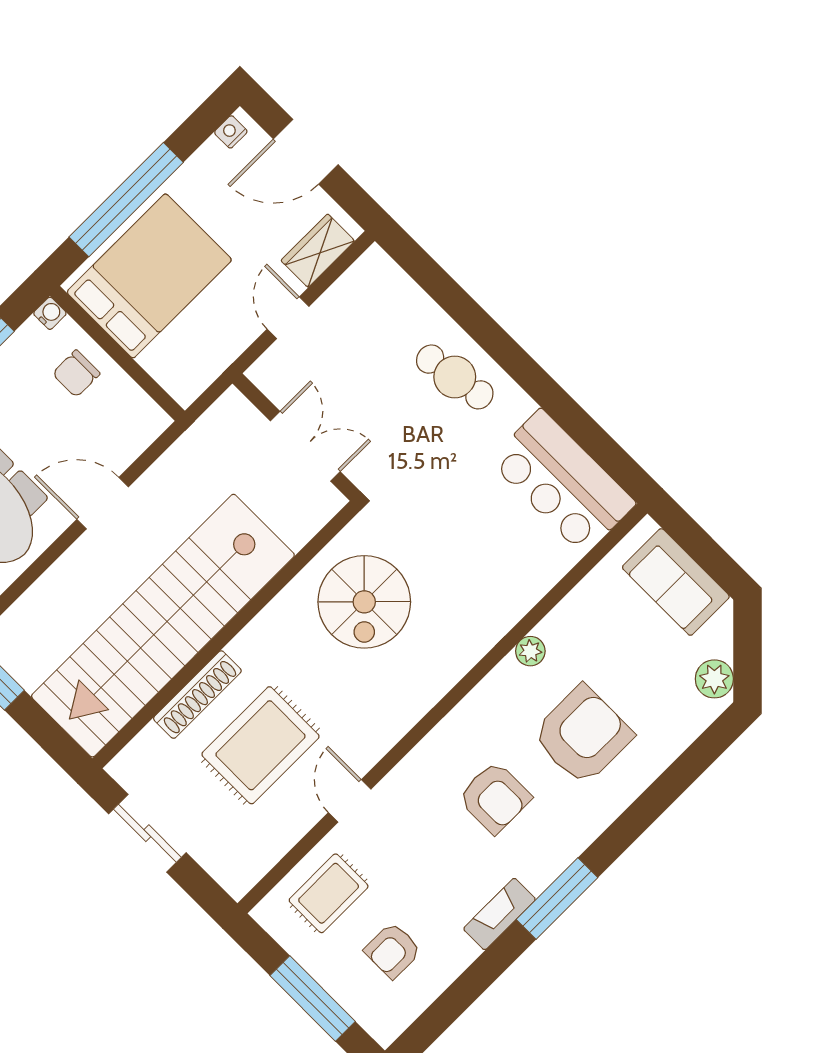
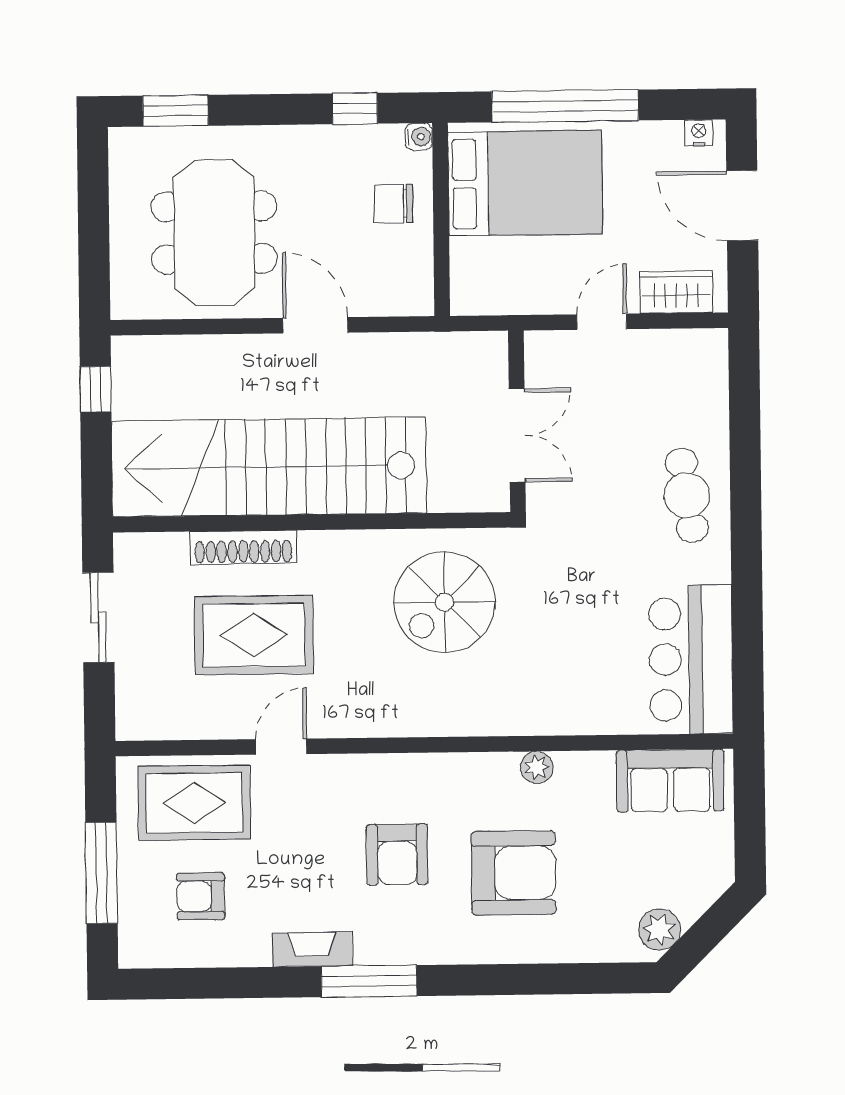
sofa: (676, 582) -> (670, 781), moved, turned -90
rug: (329, 893) -> (194, 803), width x1.36, depth x1.43

